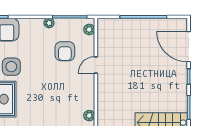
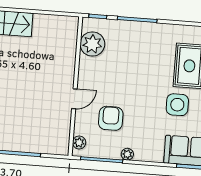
plant: (89, 116) -> (92, 44), width x1.87, depth x1.87

